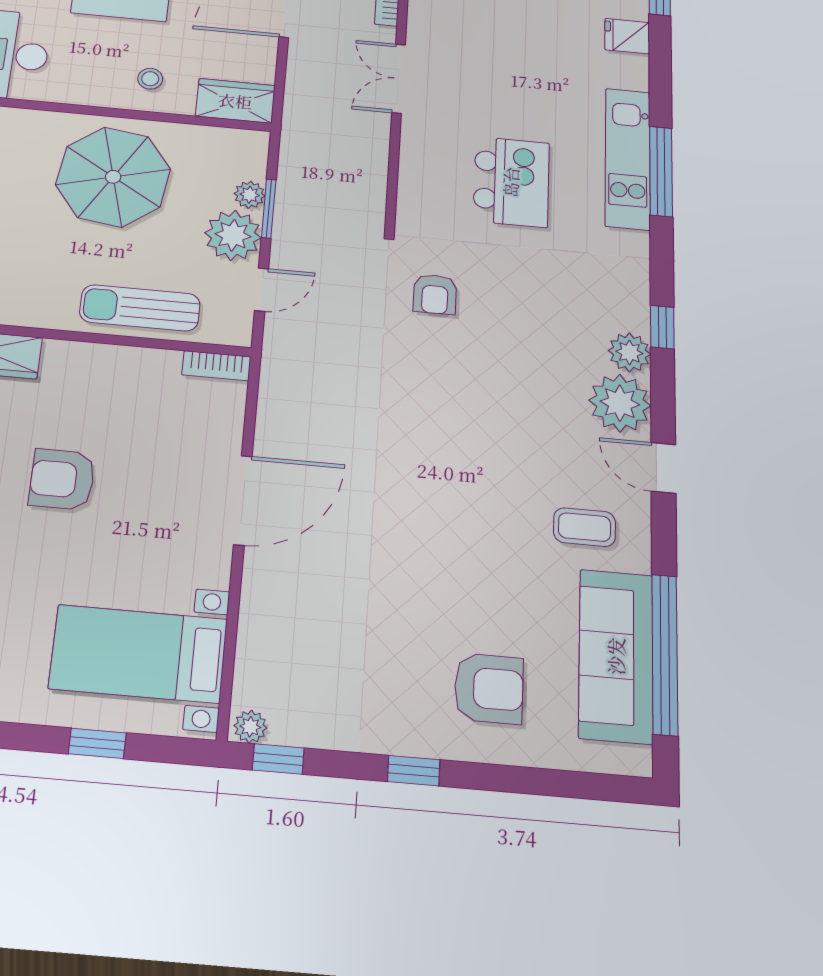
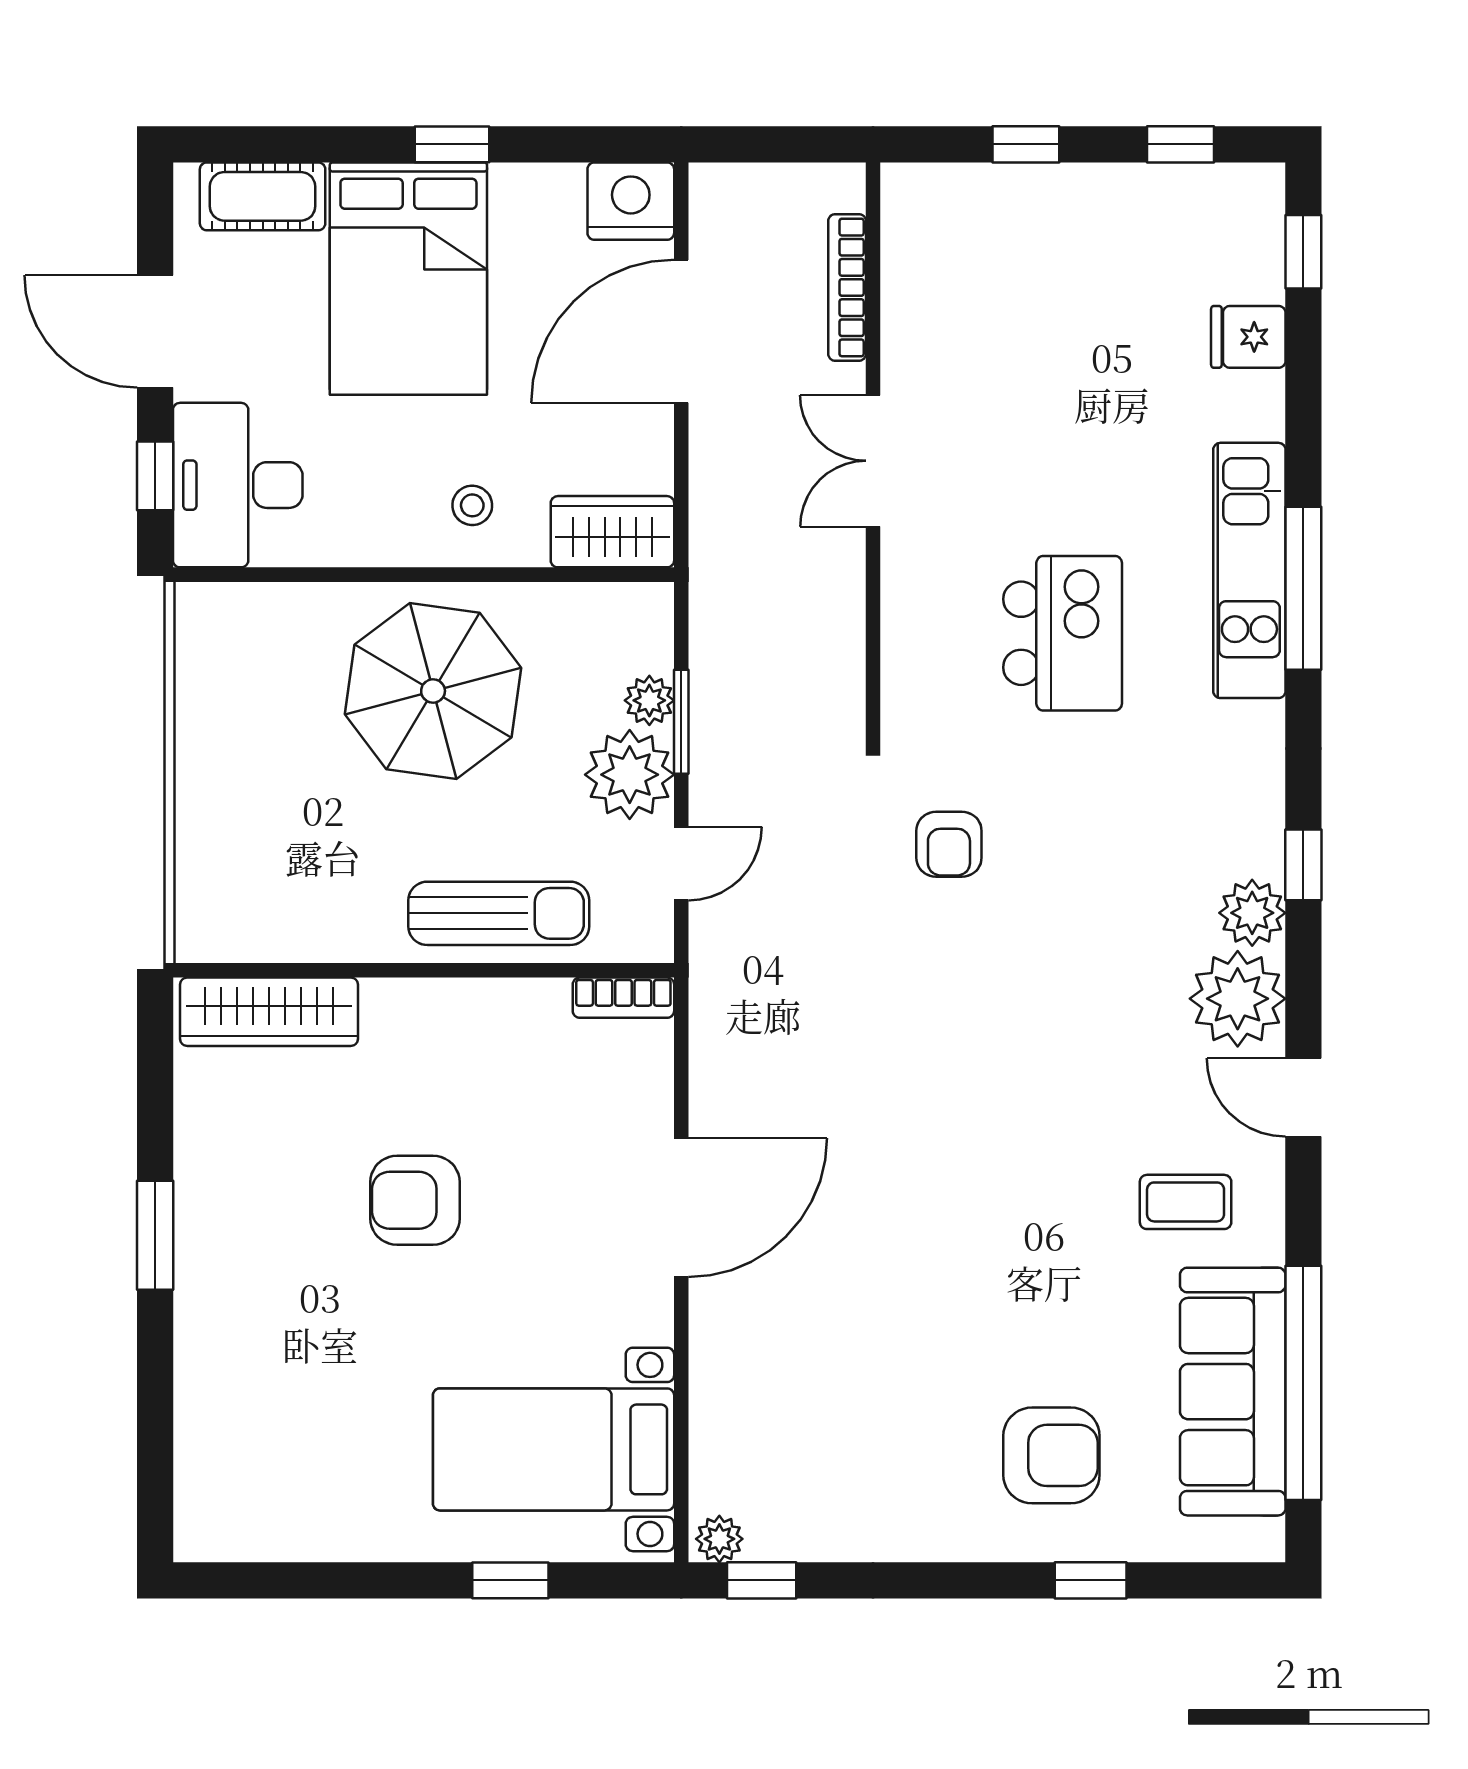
sun lounger: (140, 308) -> (499, 913), turned 180
window: (414, 771) -> (1091, 1580), moved

